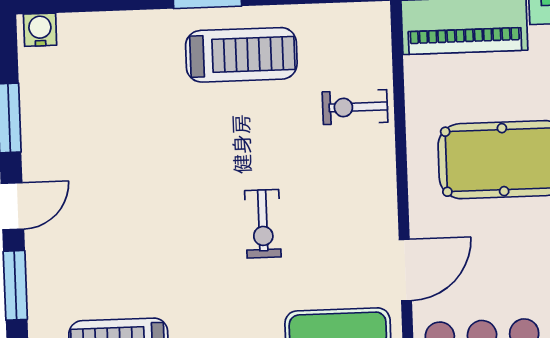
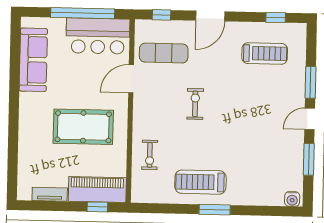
exercise bike: (355, 107) -> (150, 155), turned 90

